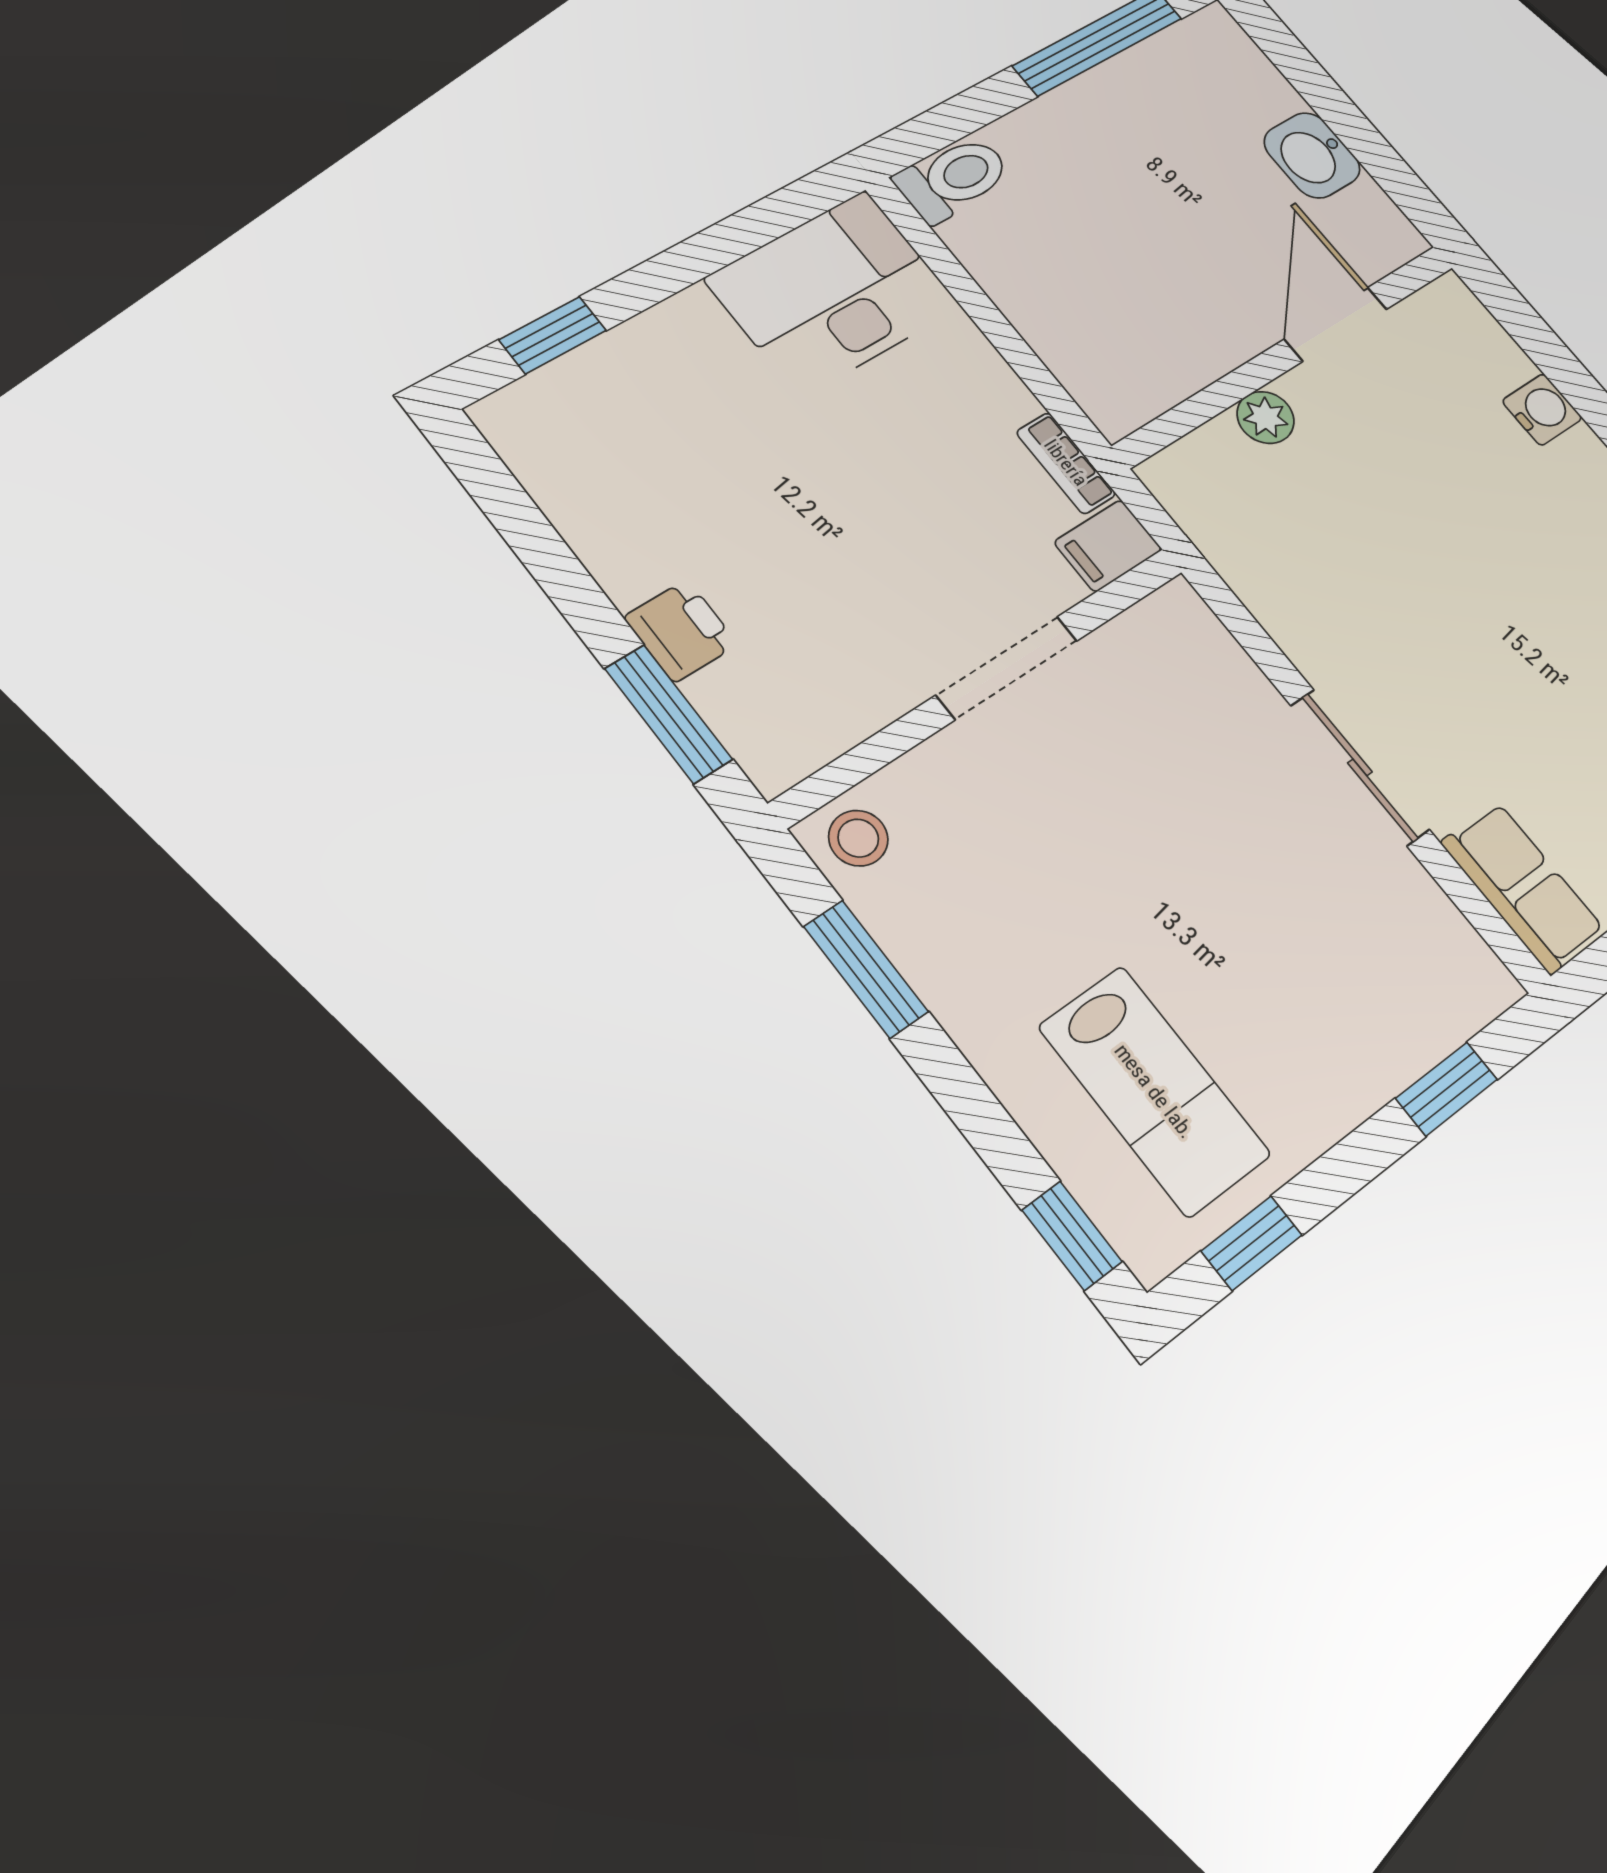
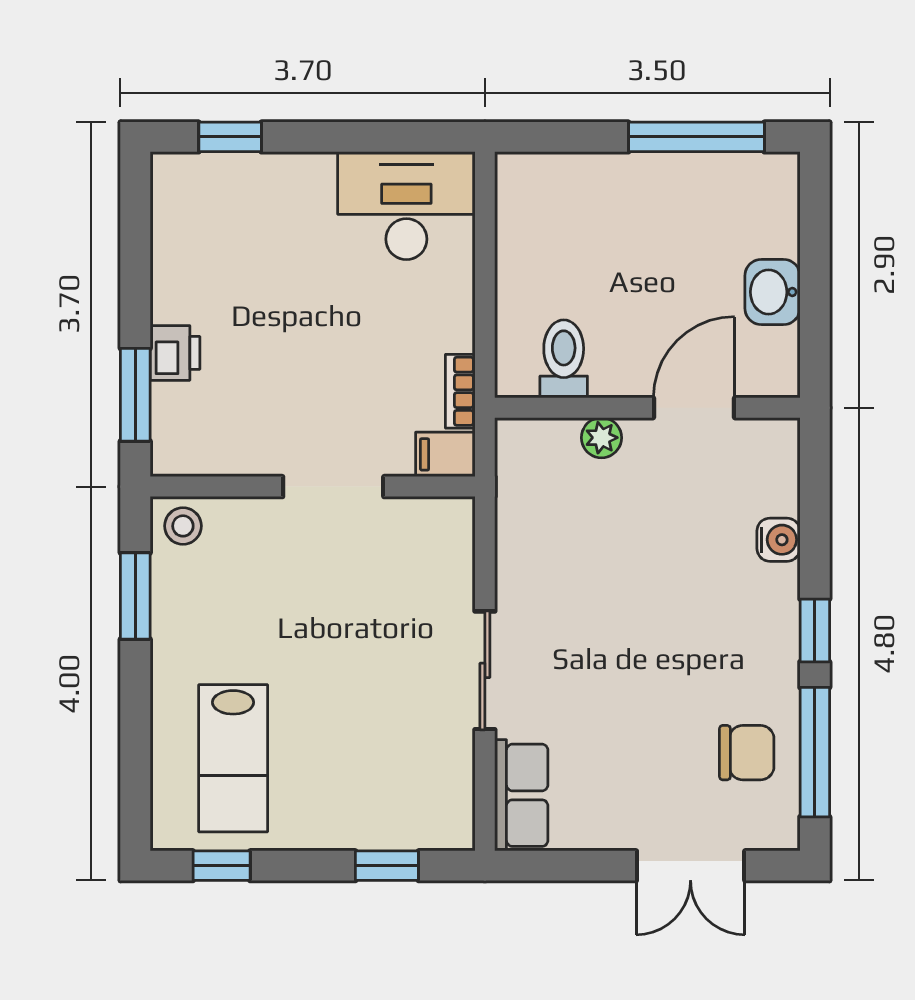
toilet: (954, 178) -> (564, 359), moved, turned -90
window: (1072, 1236) -> (135, 798), removed

